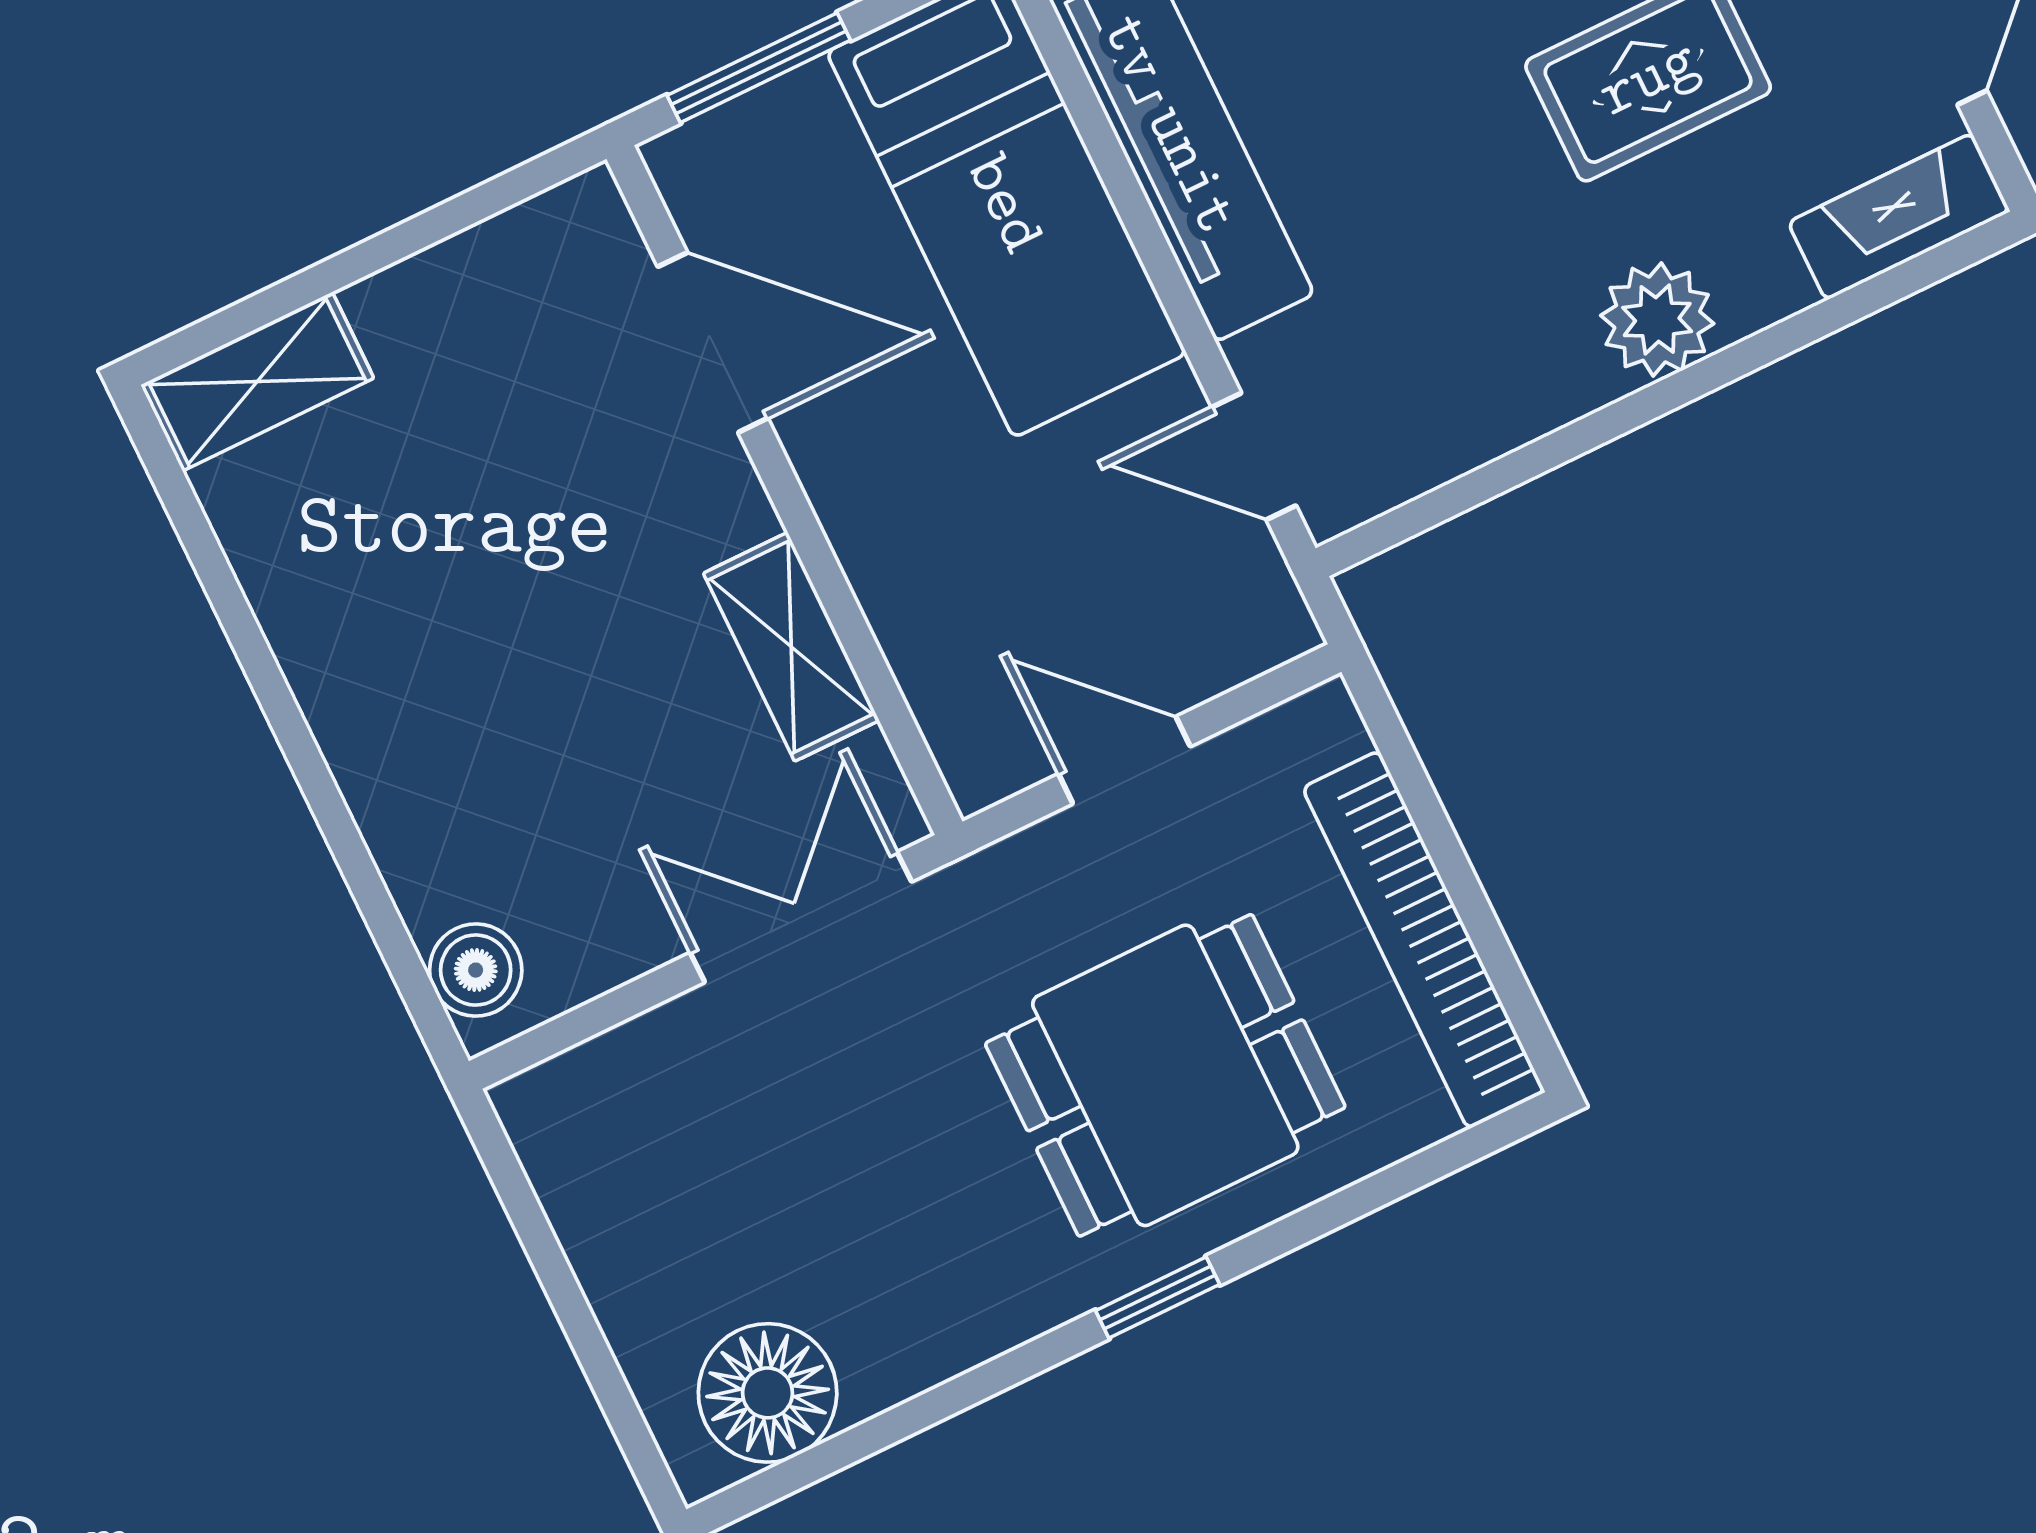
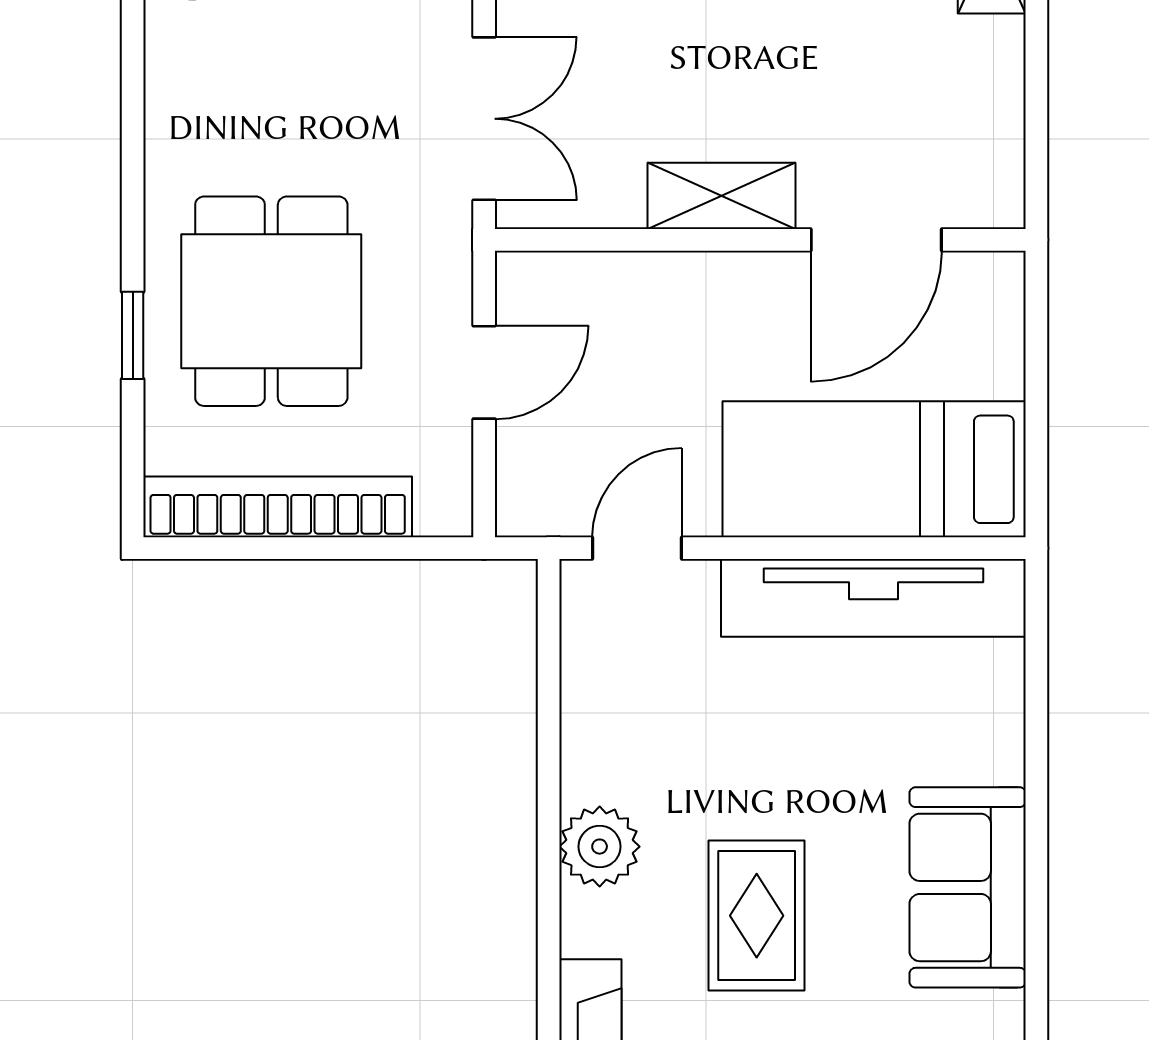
window: (759, 68) -> (1036, 354), removed
shelving: (791, 647) -> (722, 196), moved
window: (1158, 1298) -> (133, 335), moved

